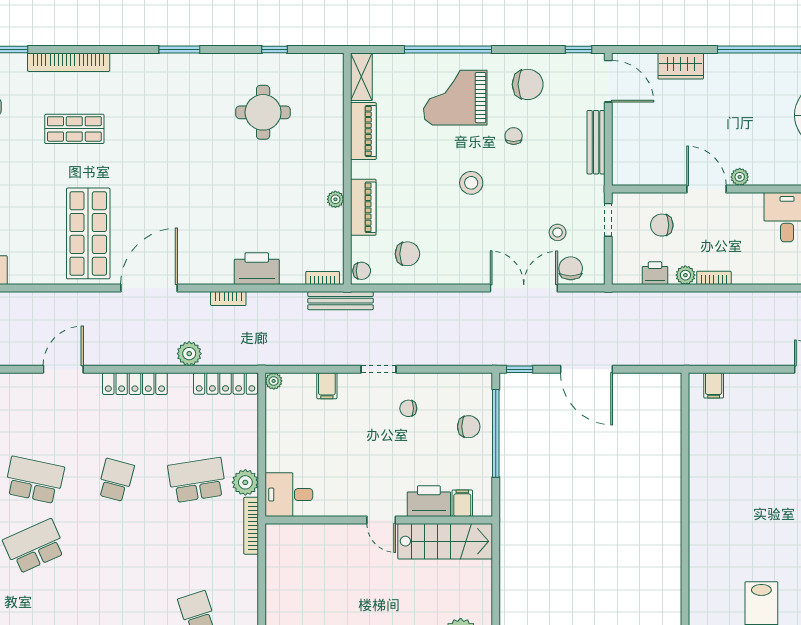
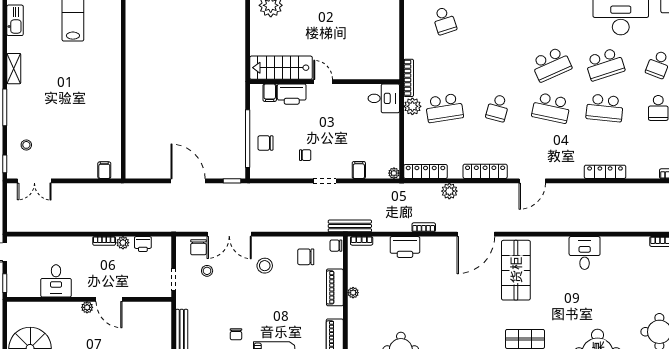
stool: (471, 183) -> (265, 266), moved
chair: (662, 225) -> (138, 276), removed

